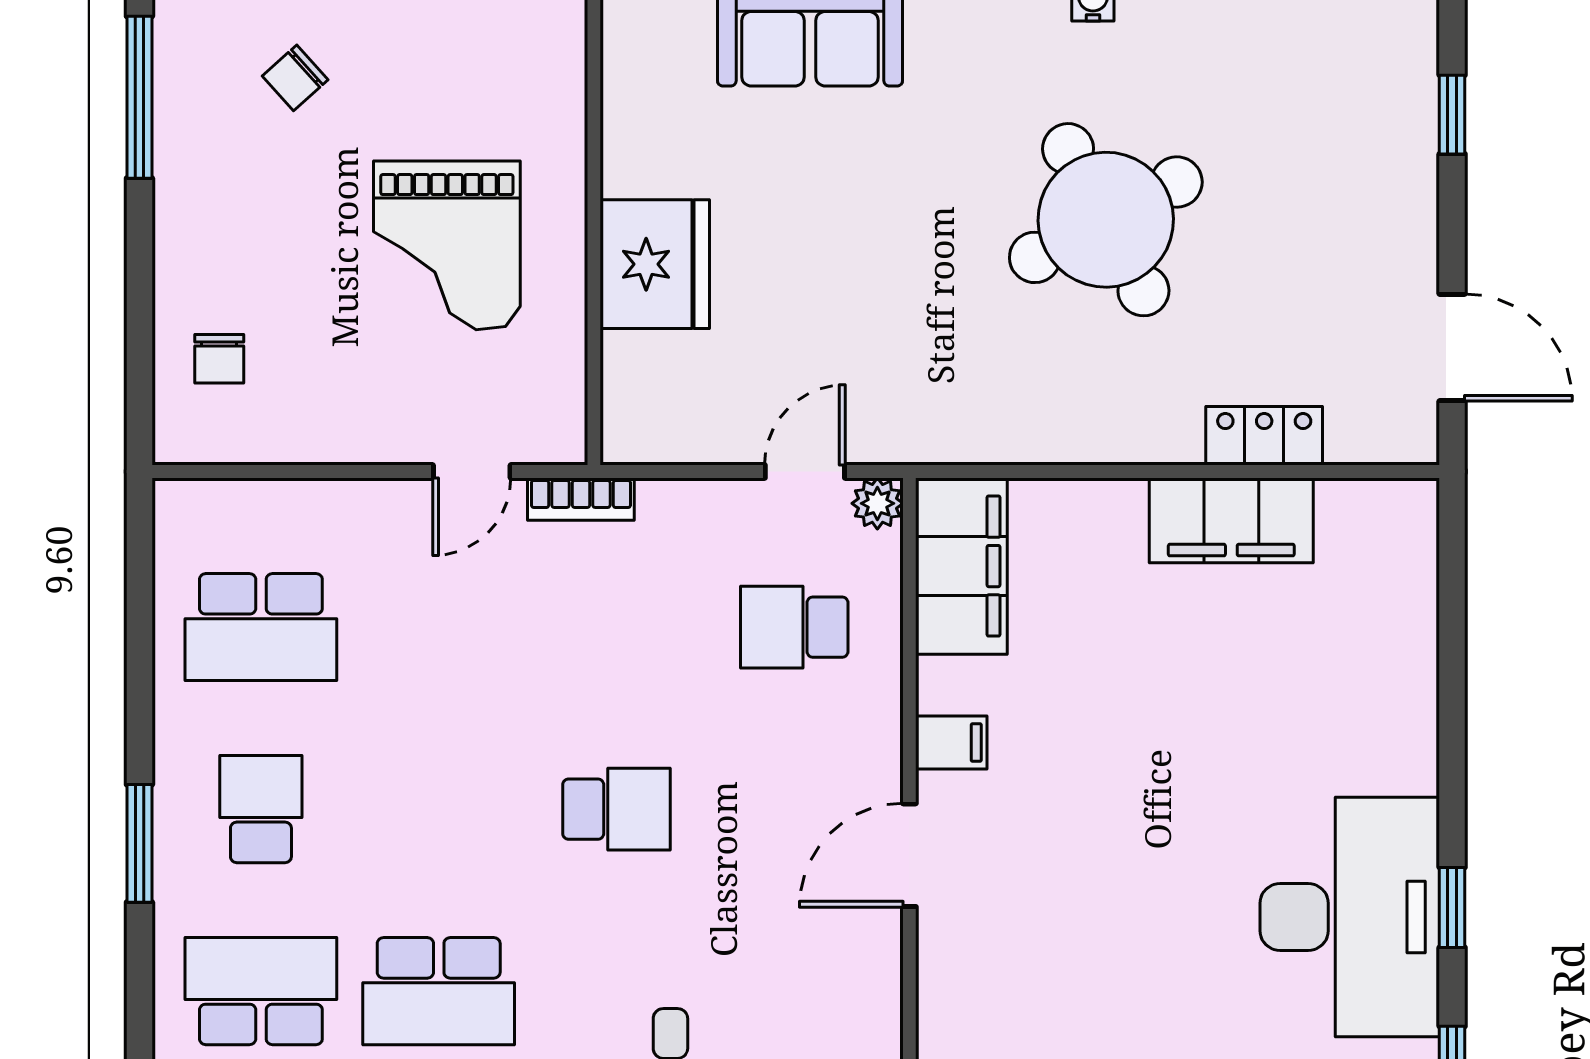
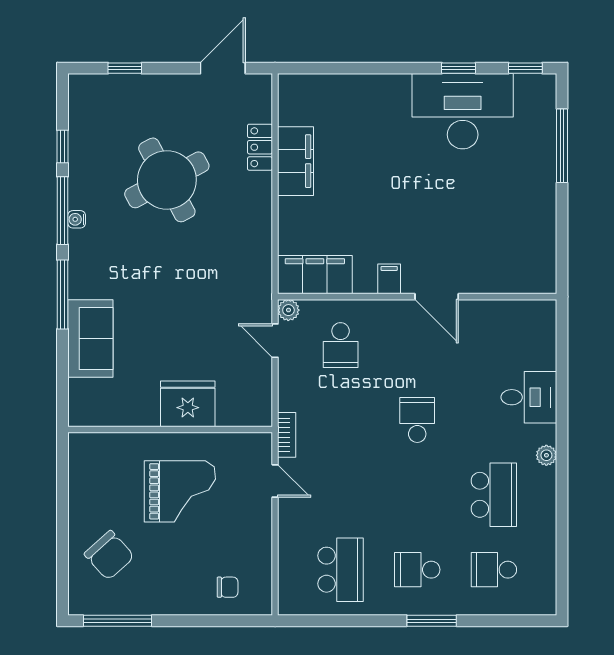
chair: (295, 78) -> (109, 555), width x1.87, depth x1.87
round table: (1106, 220) -> (167, 180), moved
school desk: (261, 991) -> (494, 570), width x0.54

